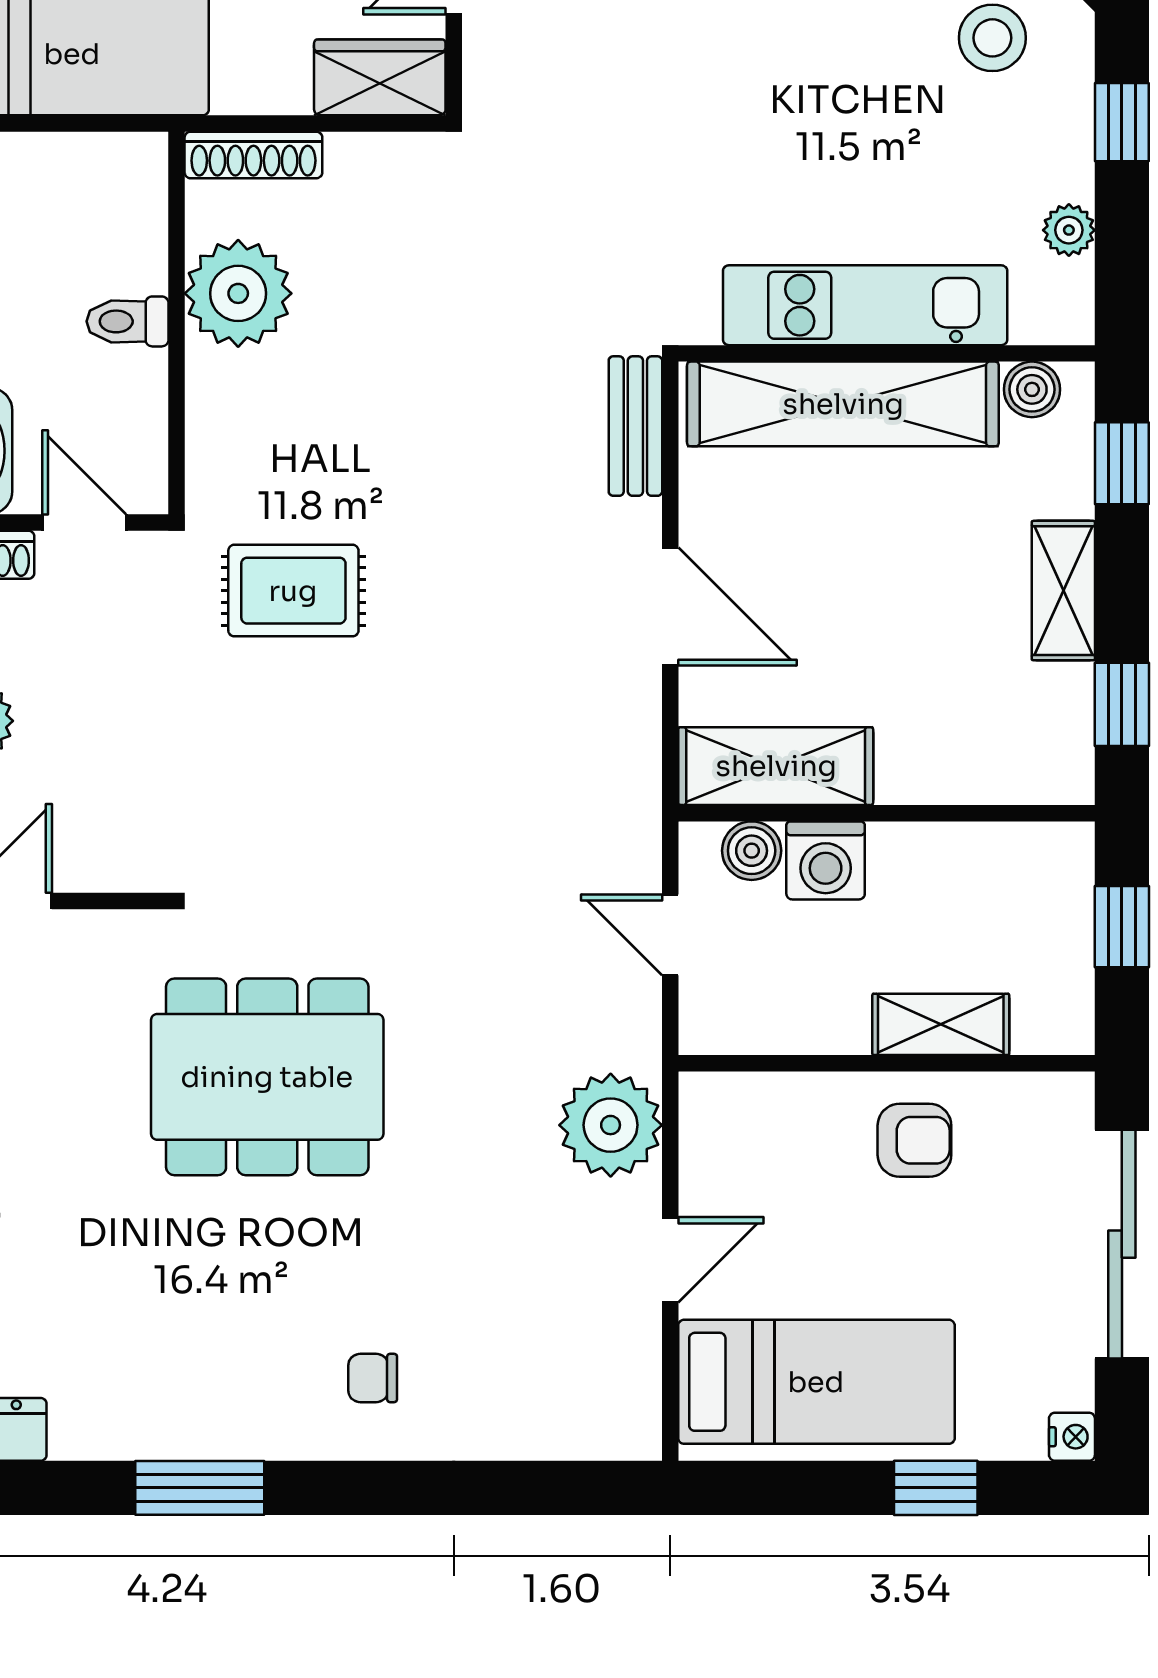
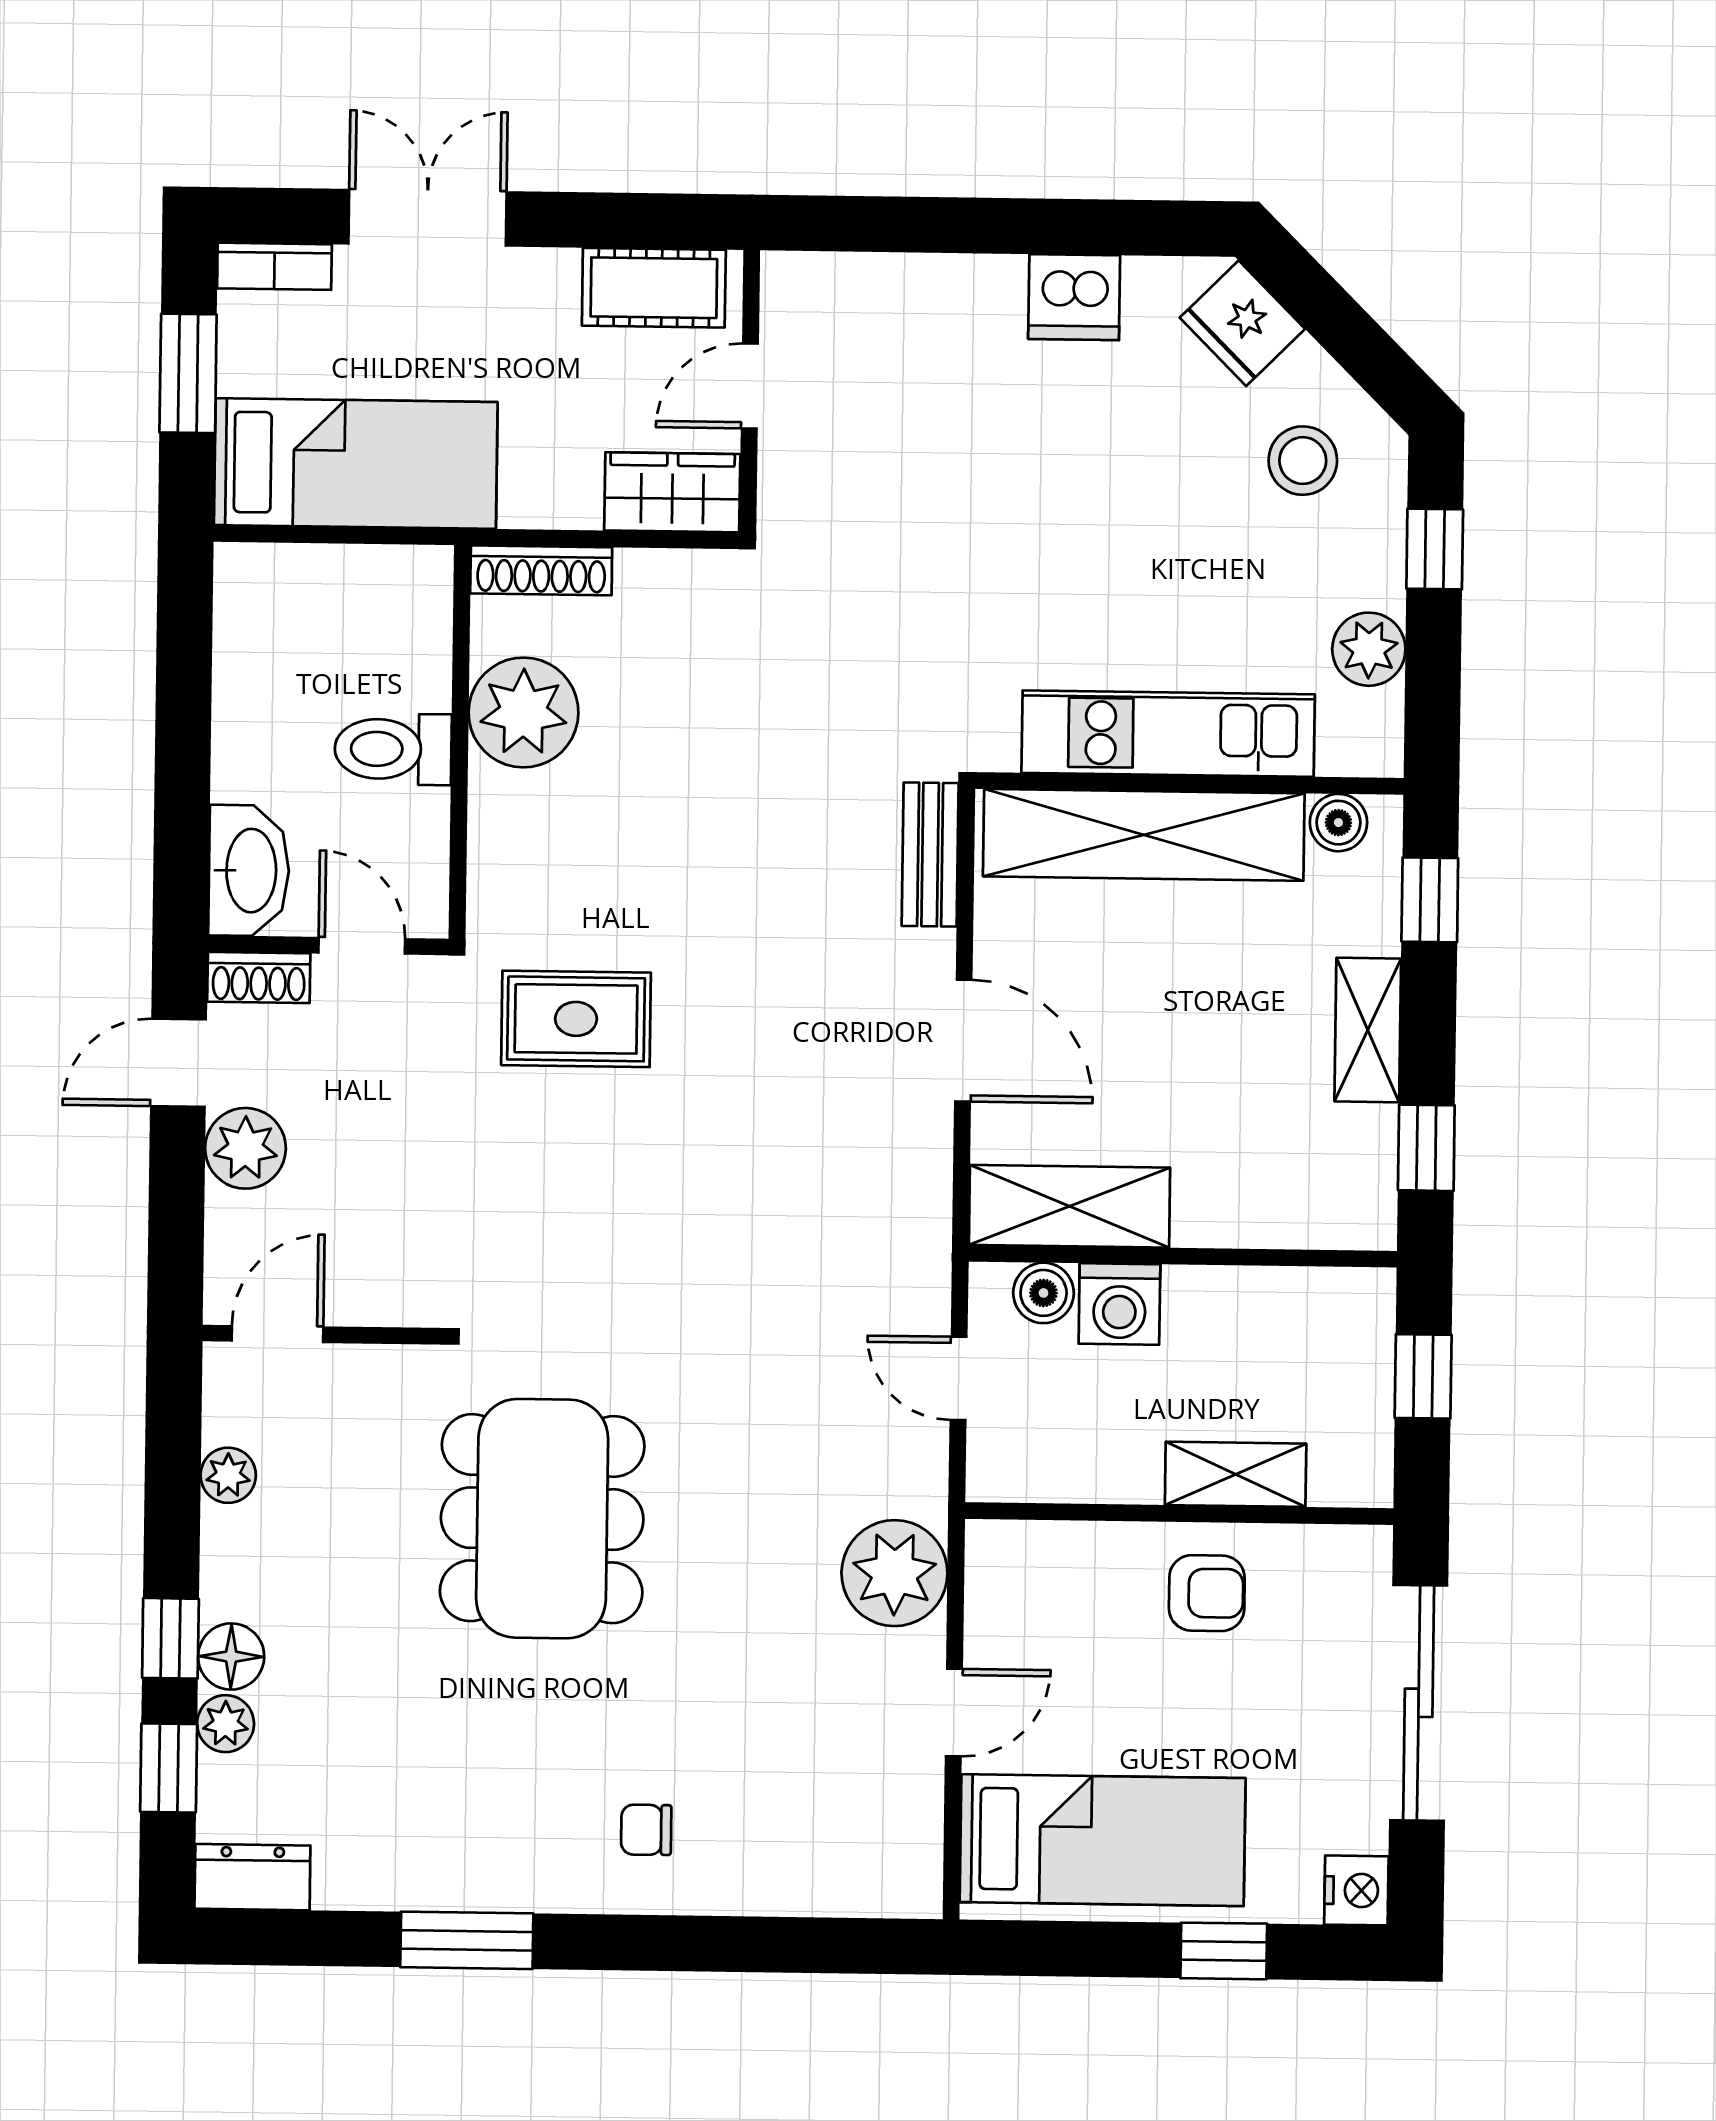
plant: (1069, 230) -> (1369, 649), width x1.38, depth x1.38
toilet: (128, 321) -> (393, 749), width x1.37, depth x1.39
dining table: (267, 1077) -> (542, 1519), turned 90
nightstand: (1072, 1437) -> (1356, 1890), width x1.39, depth x1.35

